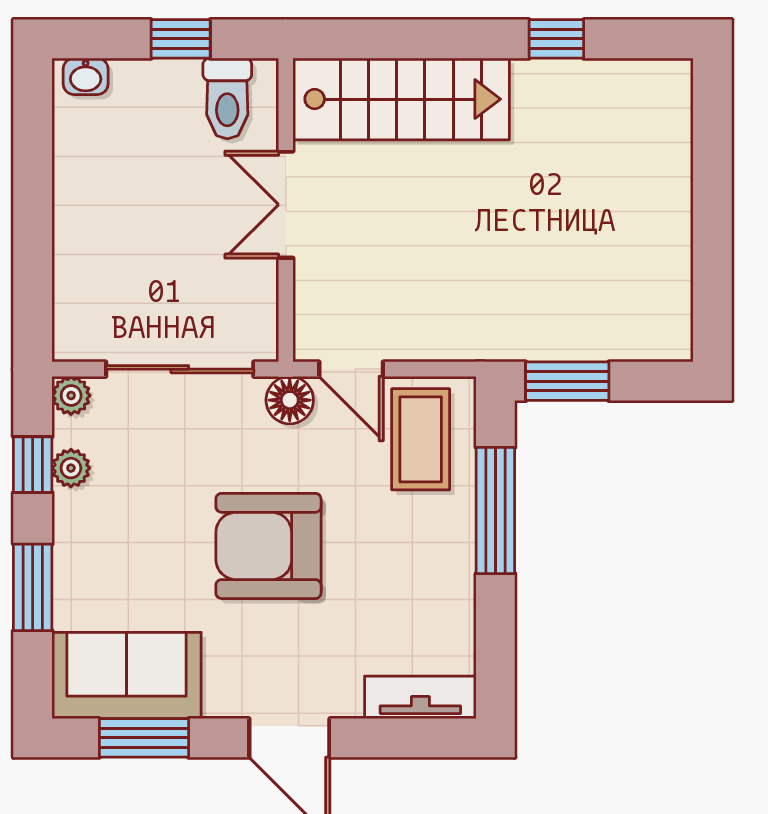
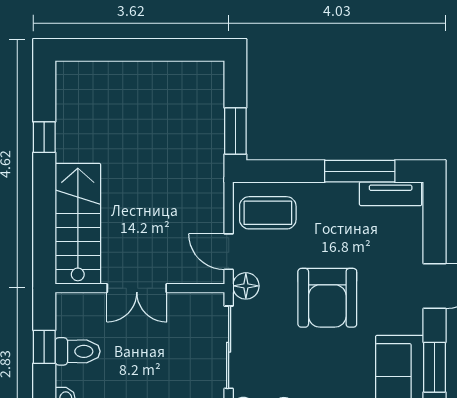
toilet: (227, 98) -> (78, 351), moved
door: (351, 369) -> (229, 252), swing flipped
window: (495, 511) -> (360, 171), moved
tv unit: (420, 697) -> (391, 194), moved, turned -90

